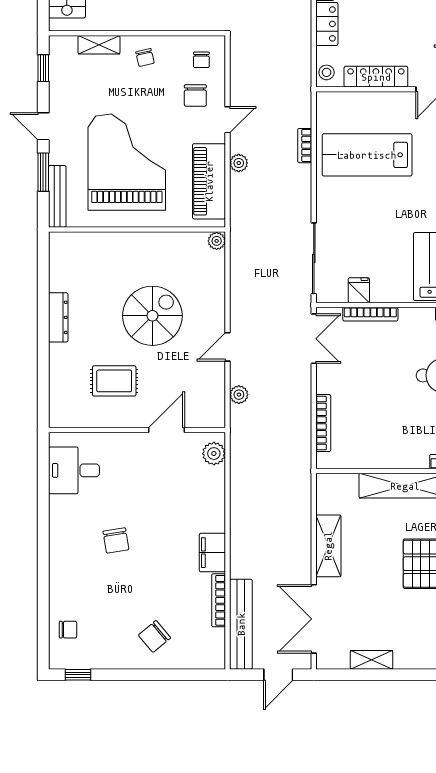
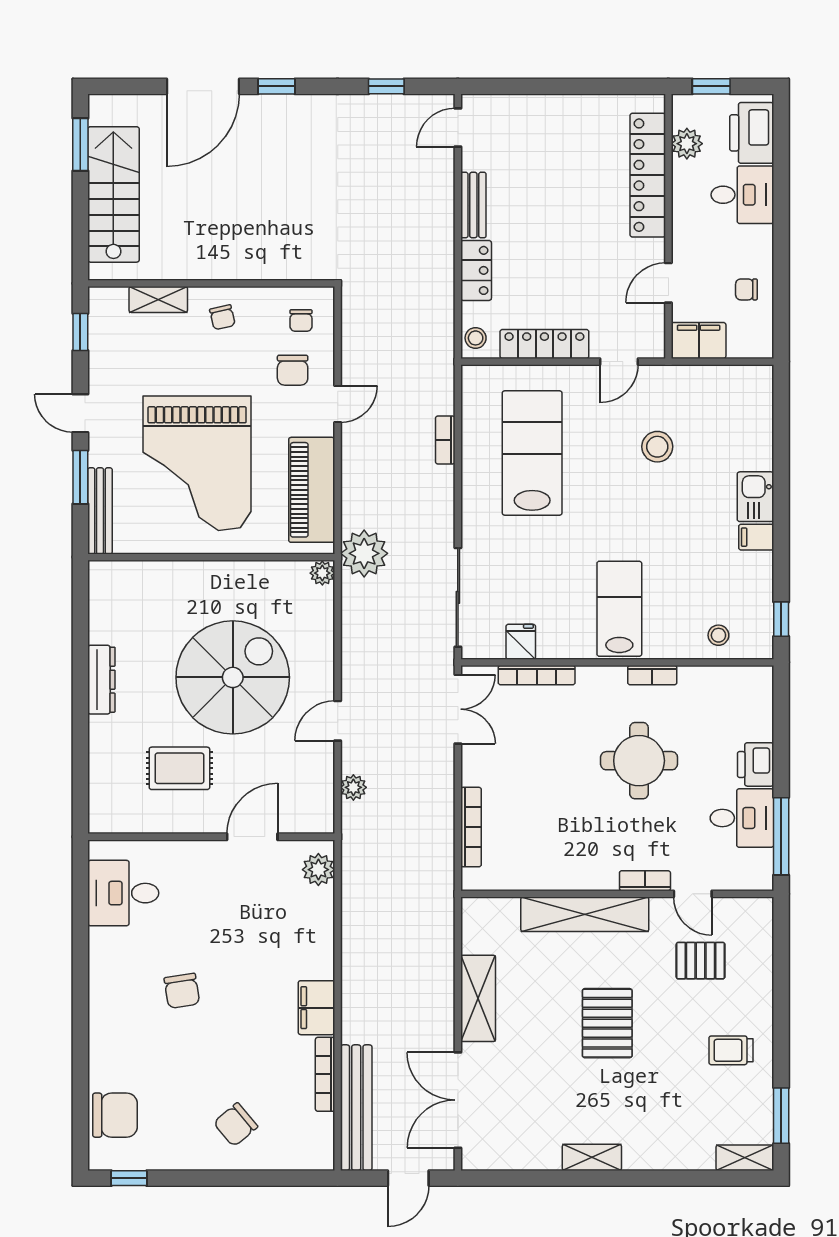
lab bench: (367, 155) -> (532, 453), turned 90
grand piano: (127, 162) -> (197, 463), turned 180
plant: (239, 163) -> (364, 553), moved, width x1.88, depth x1.88
spiral stairs: (152, 316) -> (233, 677), width x1.37, depth x1.37
chair: (68, 630) -> (115, 1115), width x1.87, depth x1.87
shelving: (372, 660) -> (592, 1157), moved

